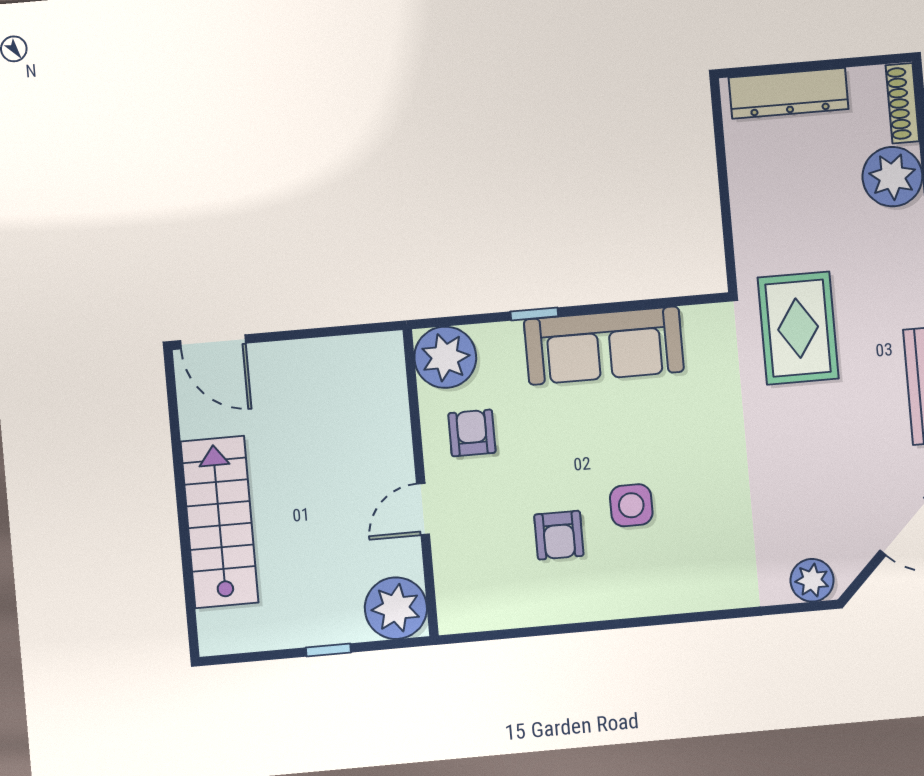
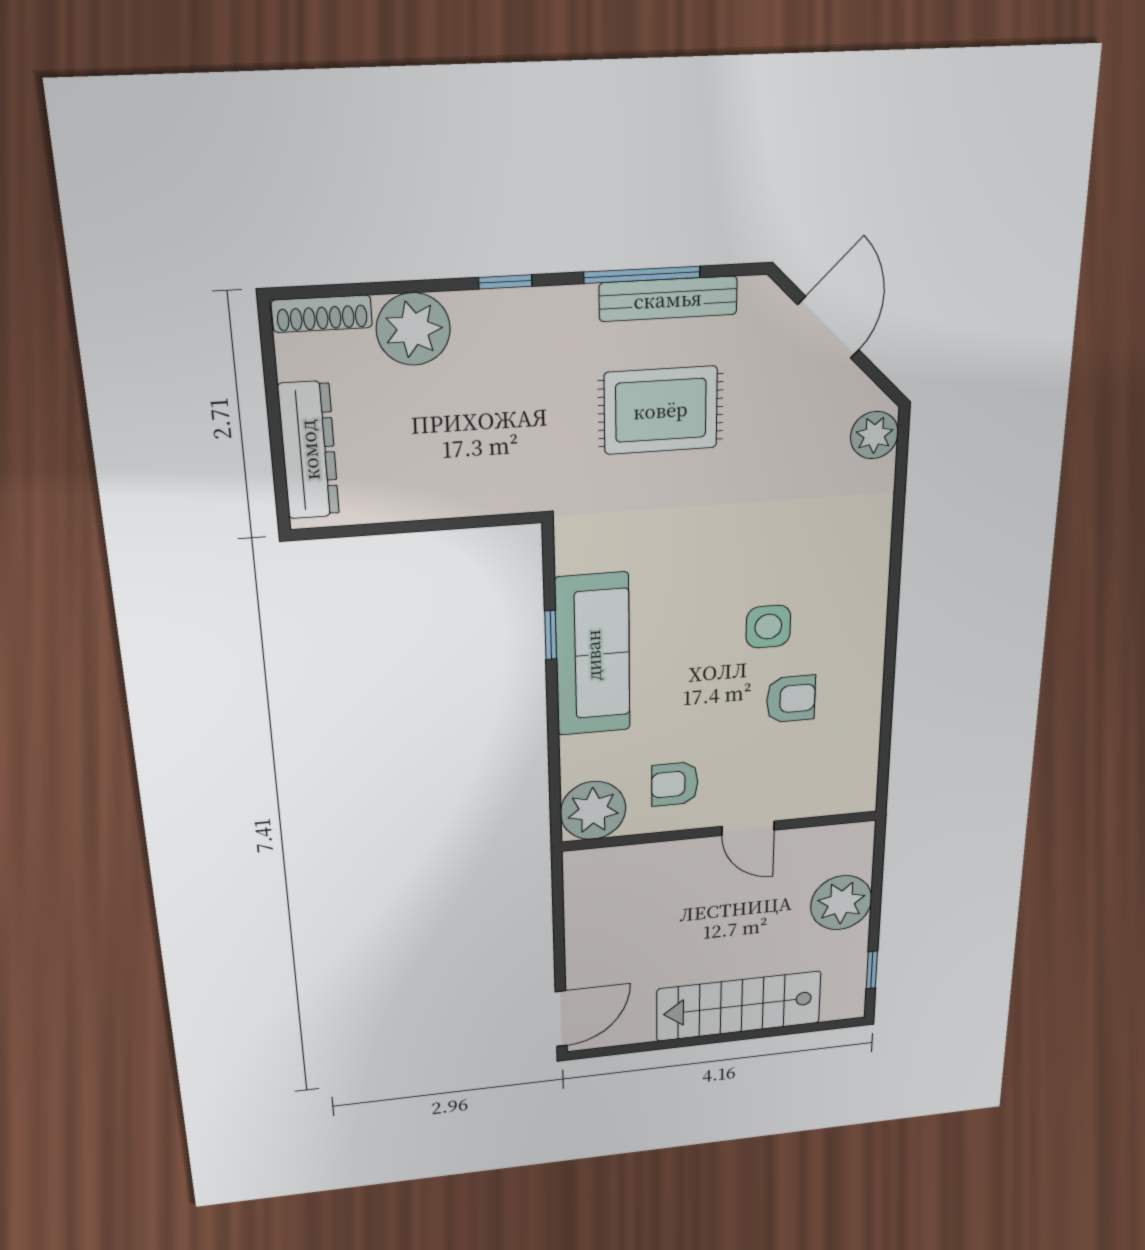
window: (534, 314) -> (551, 635), moved
rug: (798, 328) -> (661, 410), moved
plant: (396, 608) -> (841, 903), moved
window: (328, 650) -> (872, 970), moved

